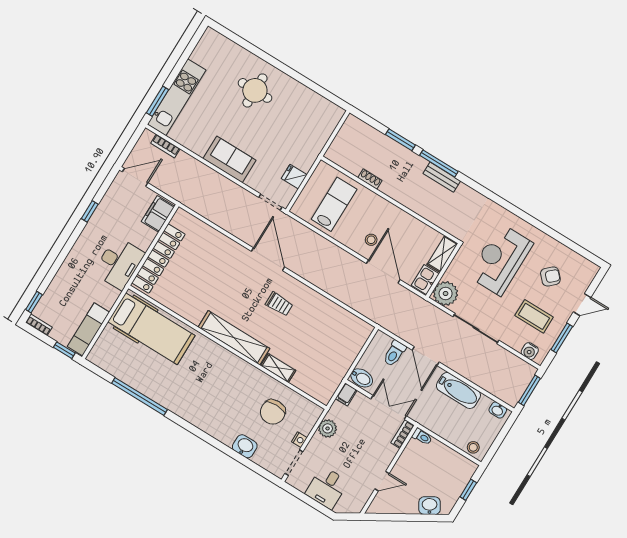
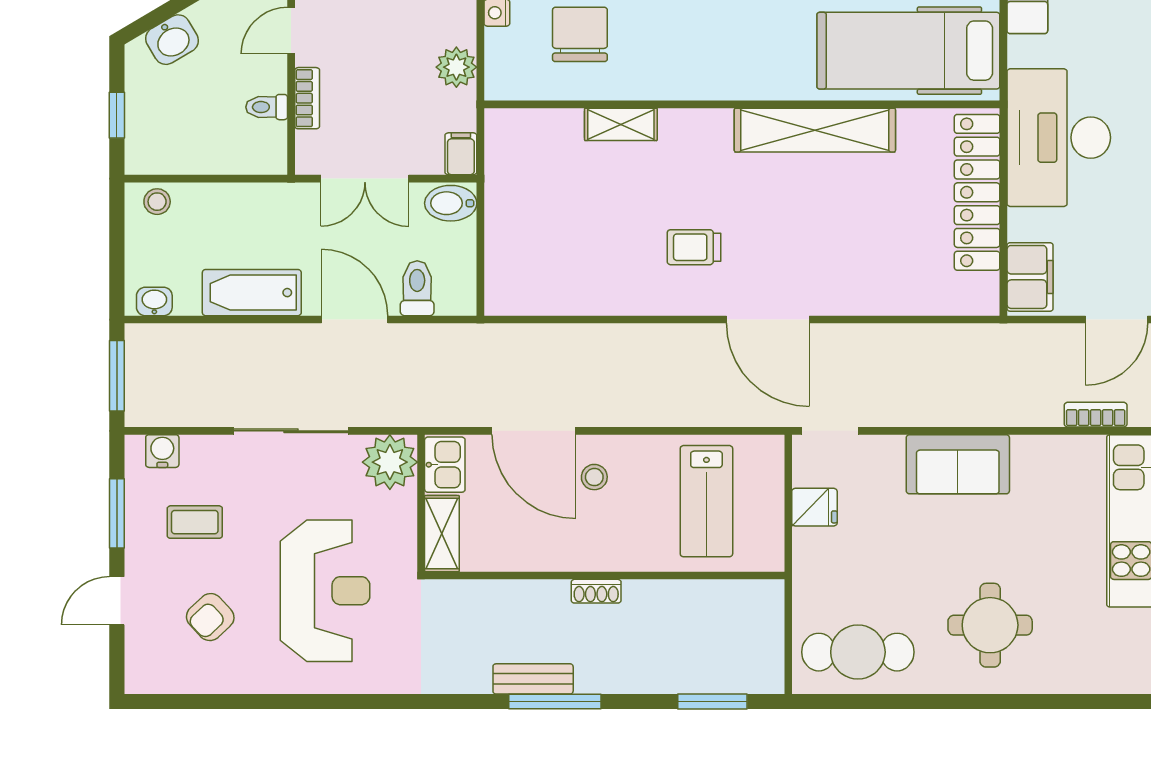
cafe table: (312, 111) -> (858, 652), added
window: (400, 140) -> (712, 702), moved
shoe rack: (370, 179) -> (596, 591), moved
desk: (119, 263) -> (1059, 138), width x1.36, depth x1.30
coffee table: (534, 316) -> (195, 522), width x0.73, depth x0.77
shelving: (234, 338) -> (815, 130), moved
bookcase: (403, 434) -> (307, 98), moved
toilet: (422, 437) -> (267, 107), moved

